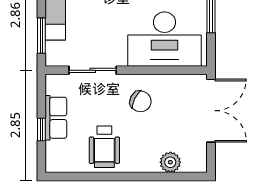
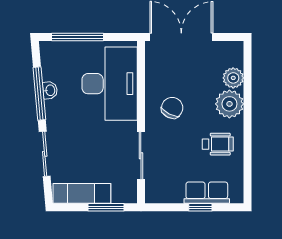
row of seats: (56, 118) -> (207, 193), moved
wheelchair: (104, 147) -> (218, 144), width x0.73, depth x0.73
plant: (144, 158) -> (229, 104), added

